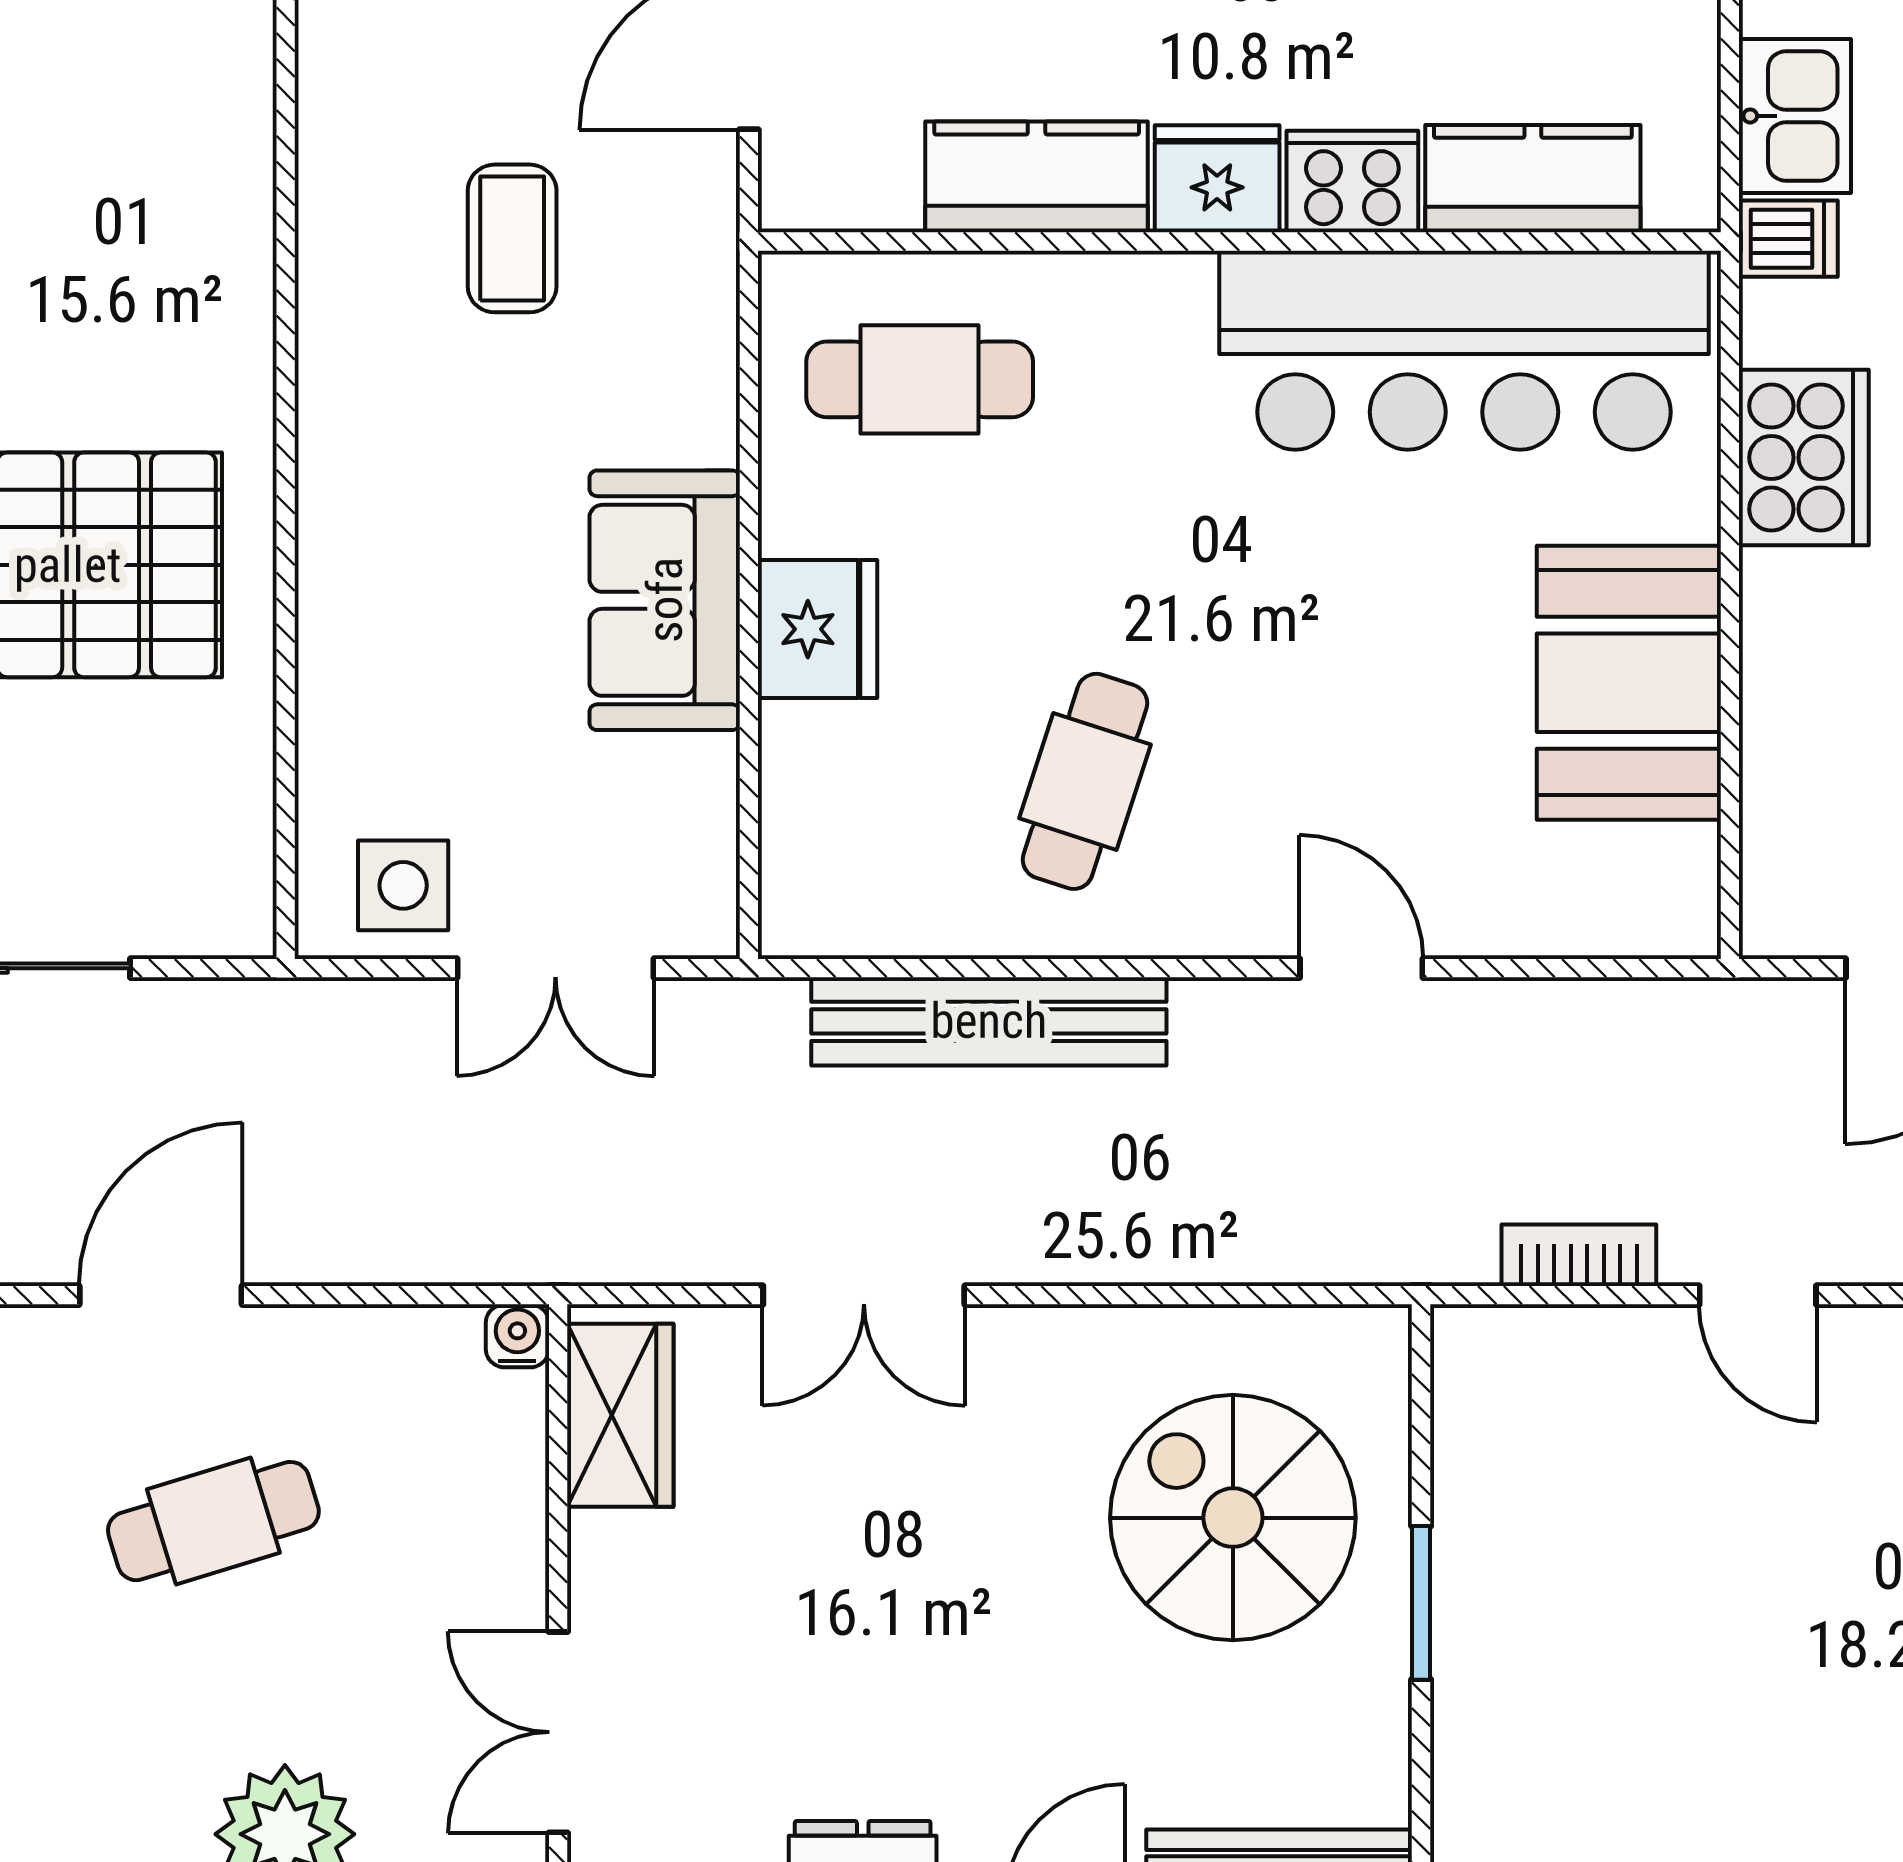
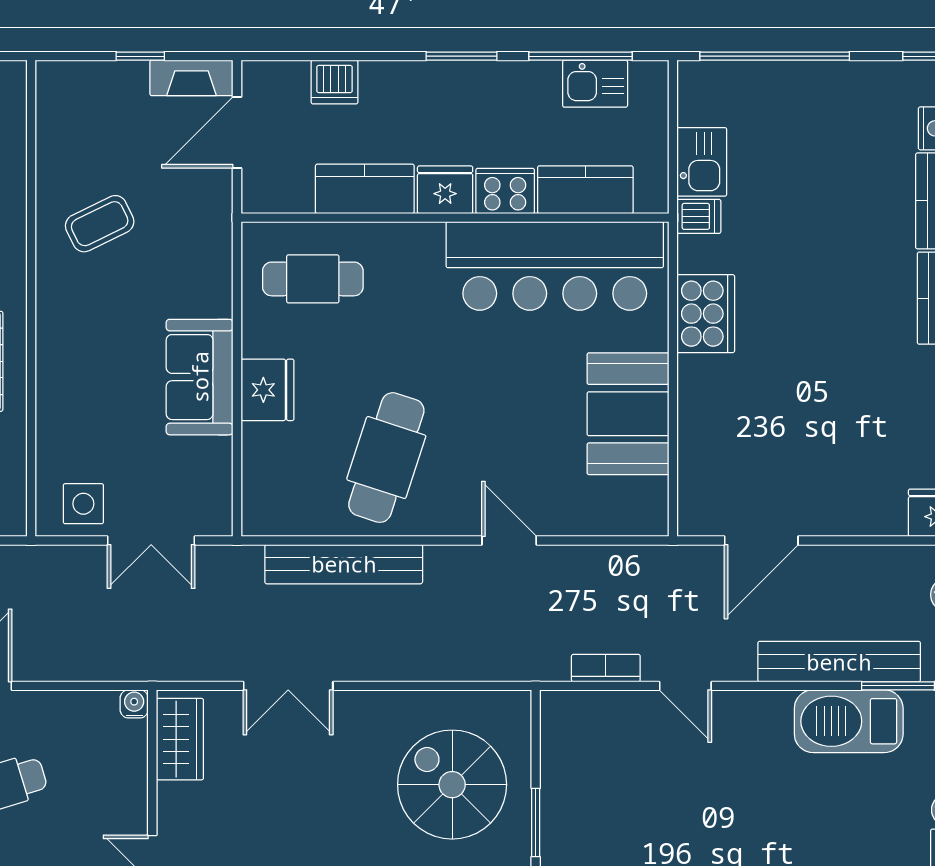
coffee table: (512, 238) -> (100, 224), moved, turned 64
cafe table: (1085, 781) -> (386, 458), width x1.37, depth x1.35

